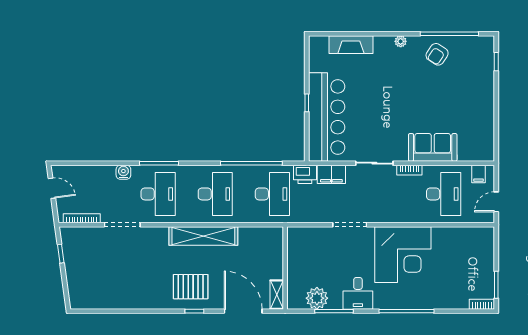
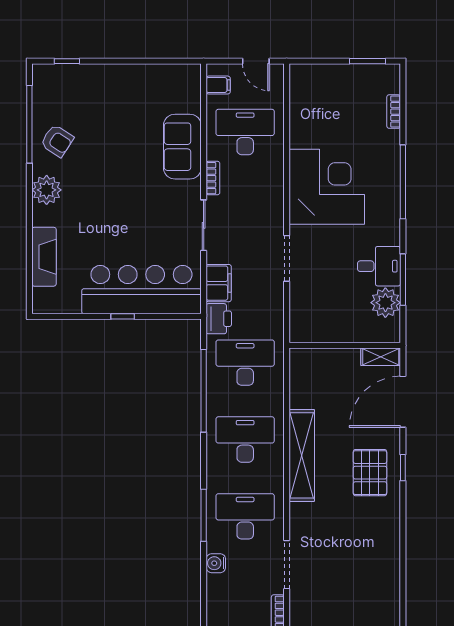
plant: (401, 41) -> (47, 190), width x1.87, depth x1.87
desk: (358, 293) -> (379, 266), moved
bookcase: (482, 304) -> (394, 112), moved

